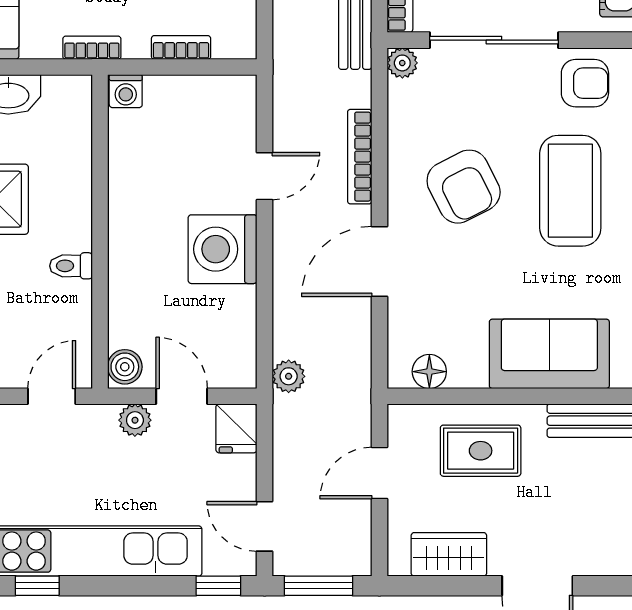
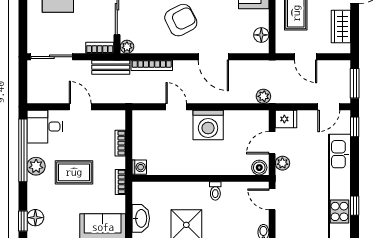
bookcase: (360, 157) -> (152, 65), moved

